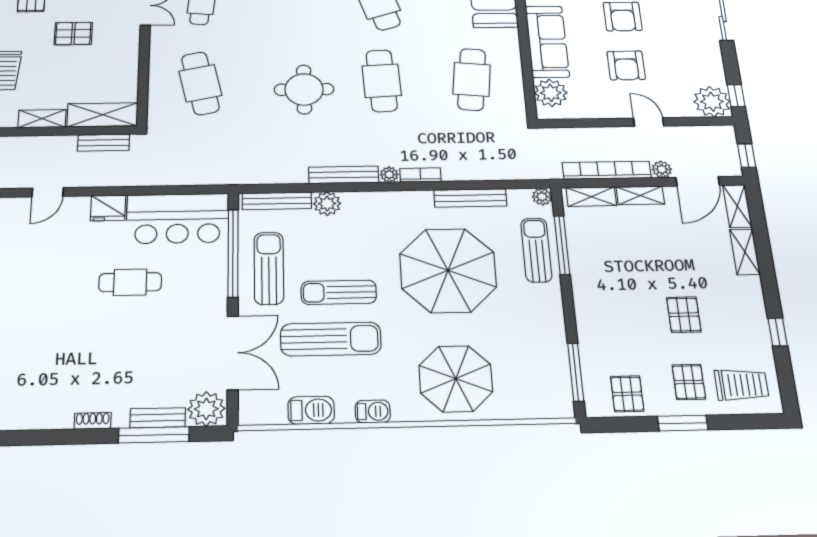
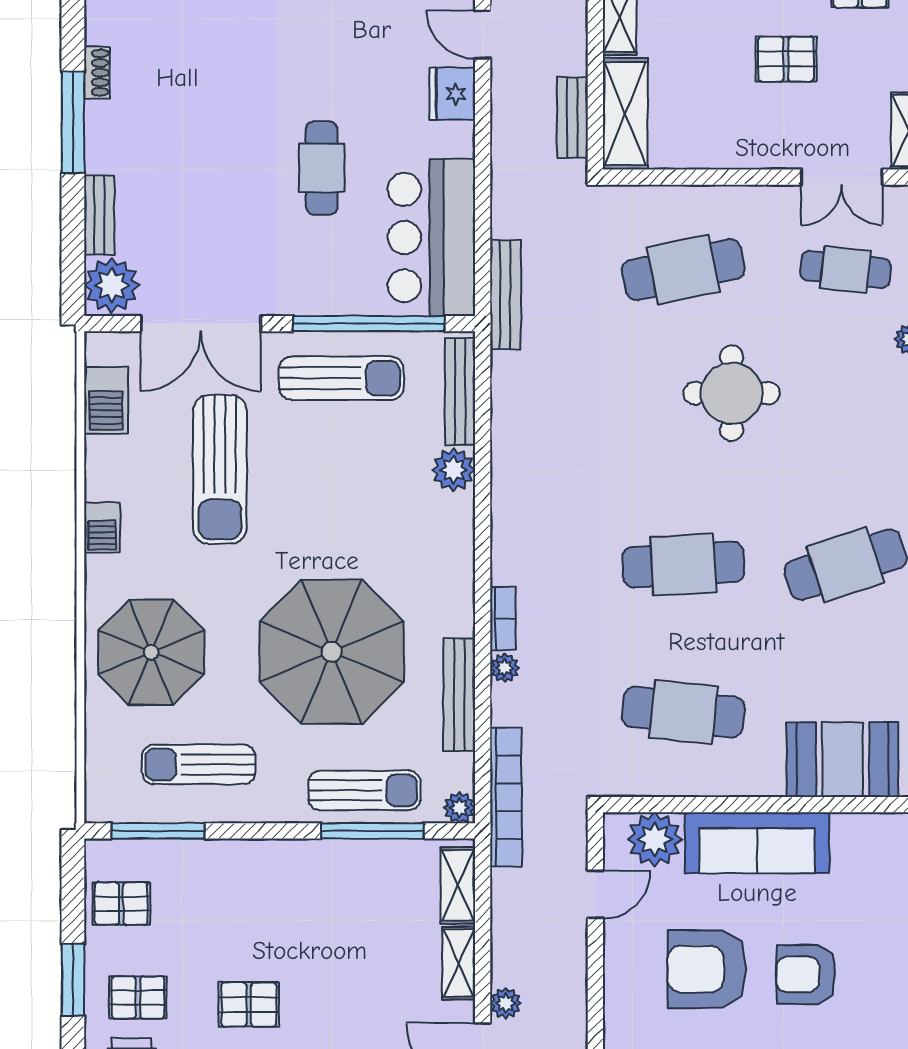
pallet: (73, 34) -> (786, 59), turned 90
armchair: (626, 65) -> (707, 969), width x1.36, depth x1.36
round table: (304, 89) -> (732, 393), moved
door: (649, 122) -> (595, 894), moved
bookcase: (607, 170) -> (506, 797), moved
bench: (344, 175) -> (505, 295), moved
plant: (389, 175) -> (504, 668), moved
fridge: (108, 208) -> (452, 94), moved
sun lounger: (339, 292) -> (199, 764), moved, turned -90
barbecue: (311, 410) -> (106, 400), moved
shoe rack: (93, 421) -> (97, 73), moved
window: (154, 435) -> (73, 122), moved

